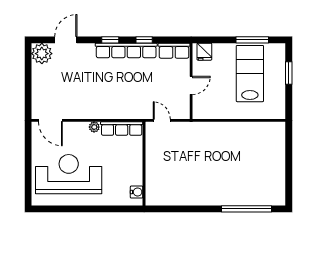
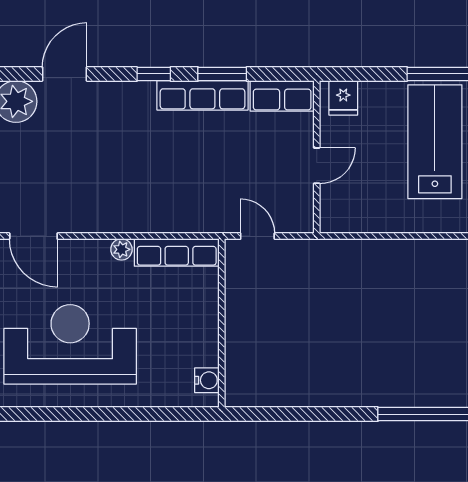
window: (144, 40) -> (222, 74), width x1.50
row of seats: (126, 50) -> (202, 95), width x0.73

